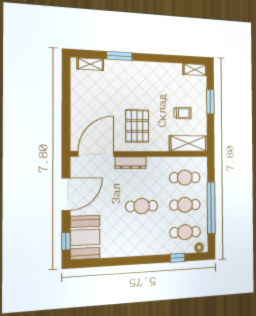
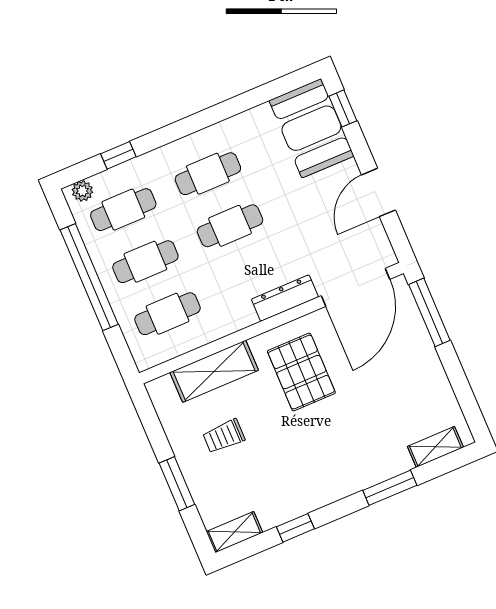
window: (168, 59) -> (295, 528), added
window: (66, 127) -> (429, 312), added
shelving: (188, 143) -> (214, 371), moved
door: (66, 194) -> (379, 192), width x0.73
cafe table: (142, 234) -> (208, 174), added

